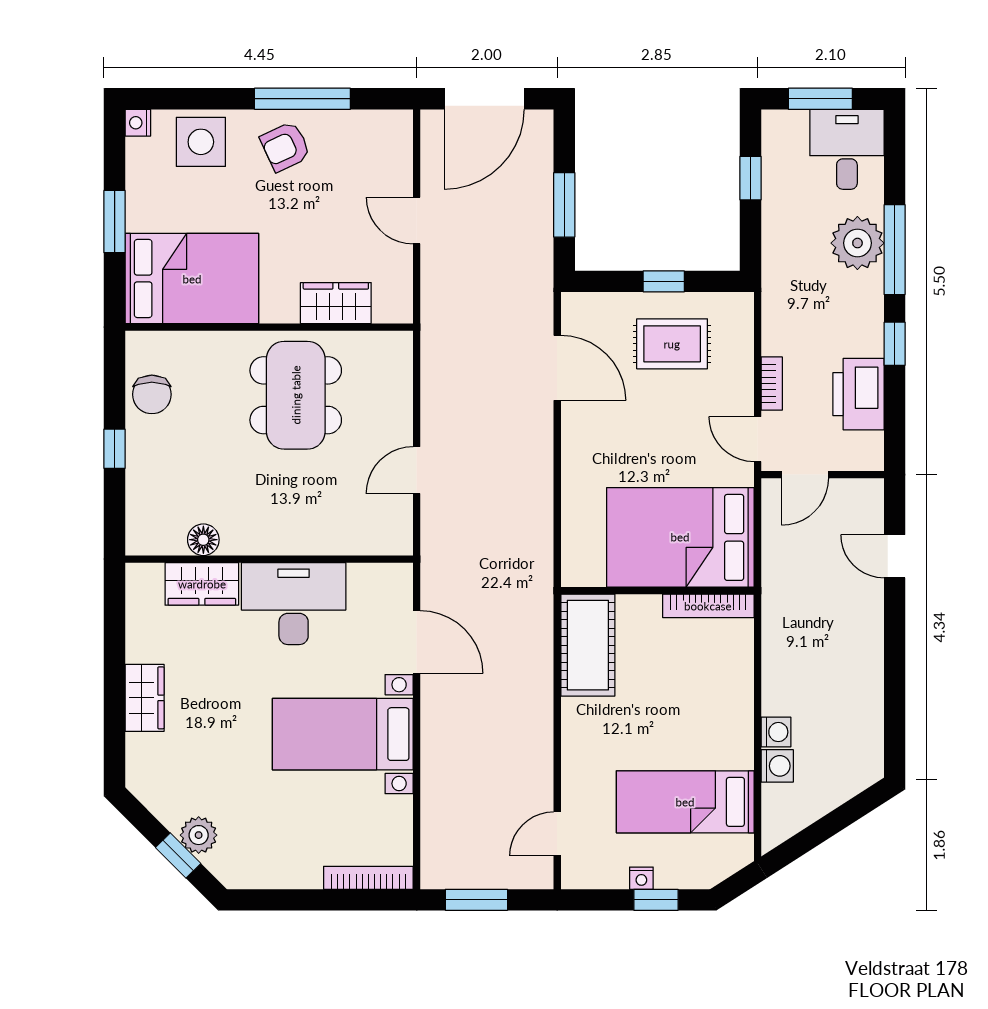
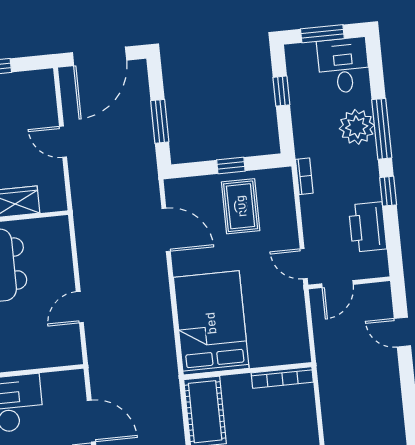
rug: (672, 344) -> (241, 206), turned 90
bookcase: (772, 384) -> (304, 176), moved
bed: (680, 537) -> (211, 323), moved, turned 90

